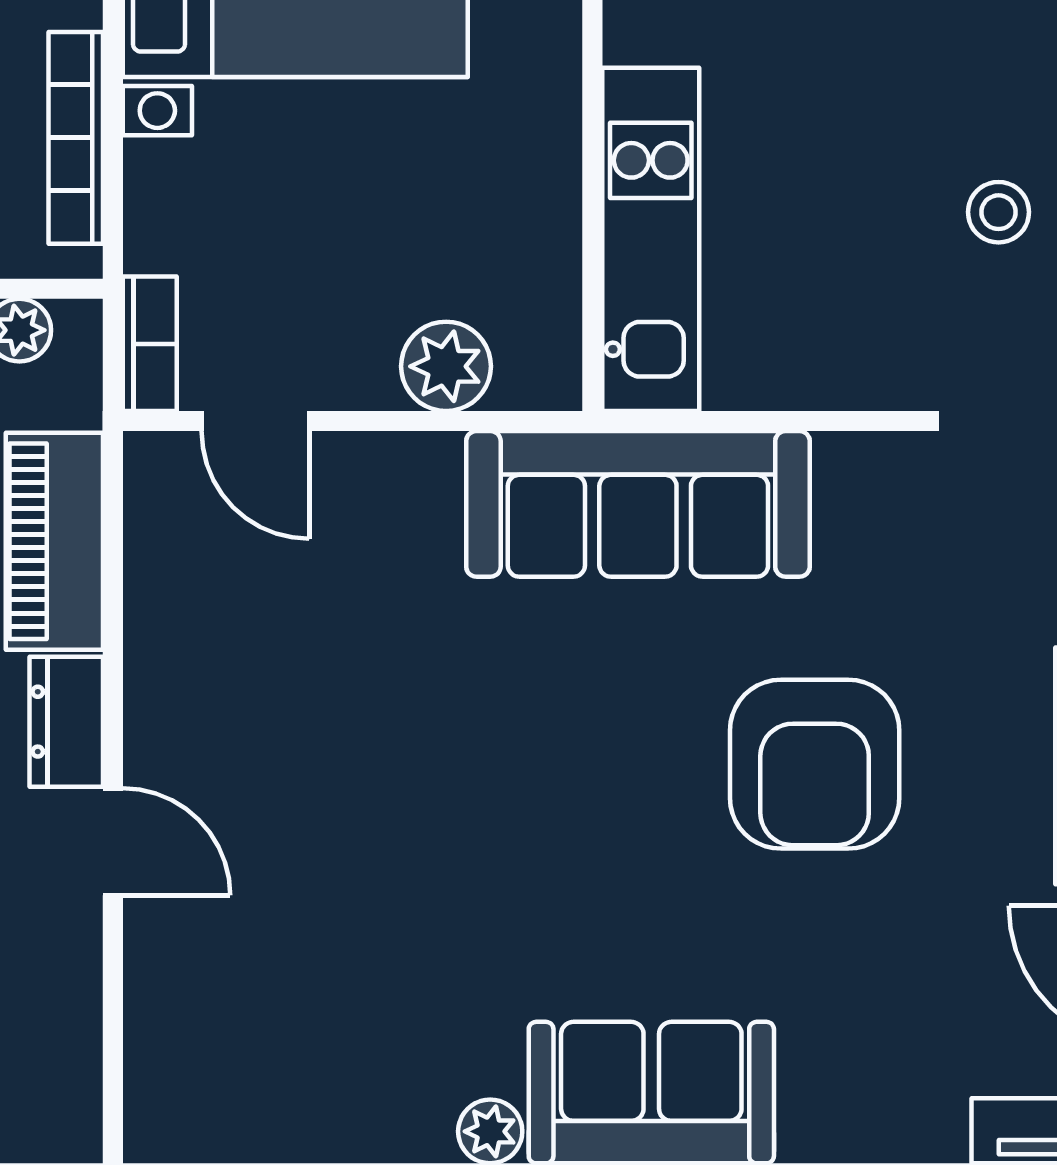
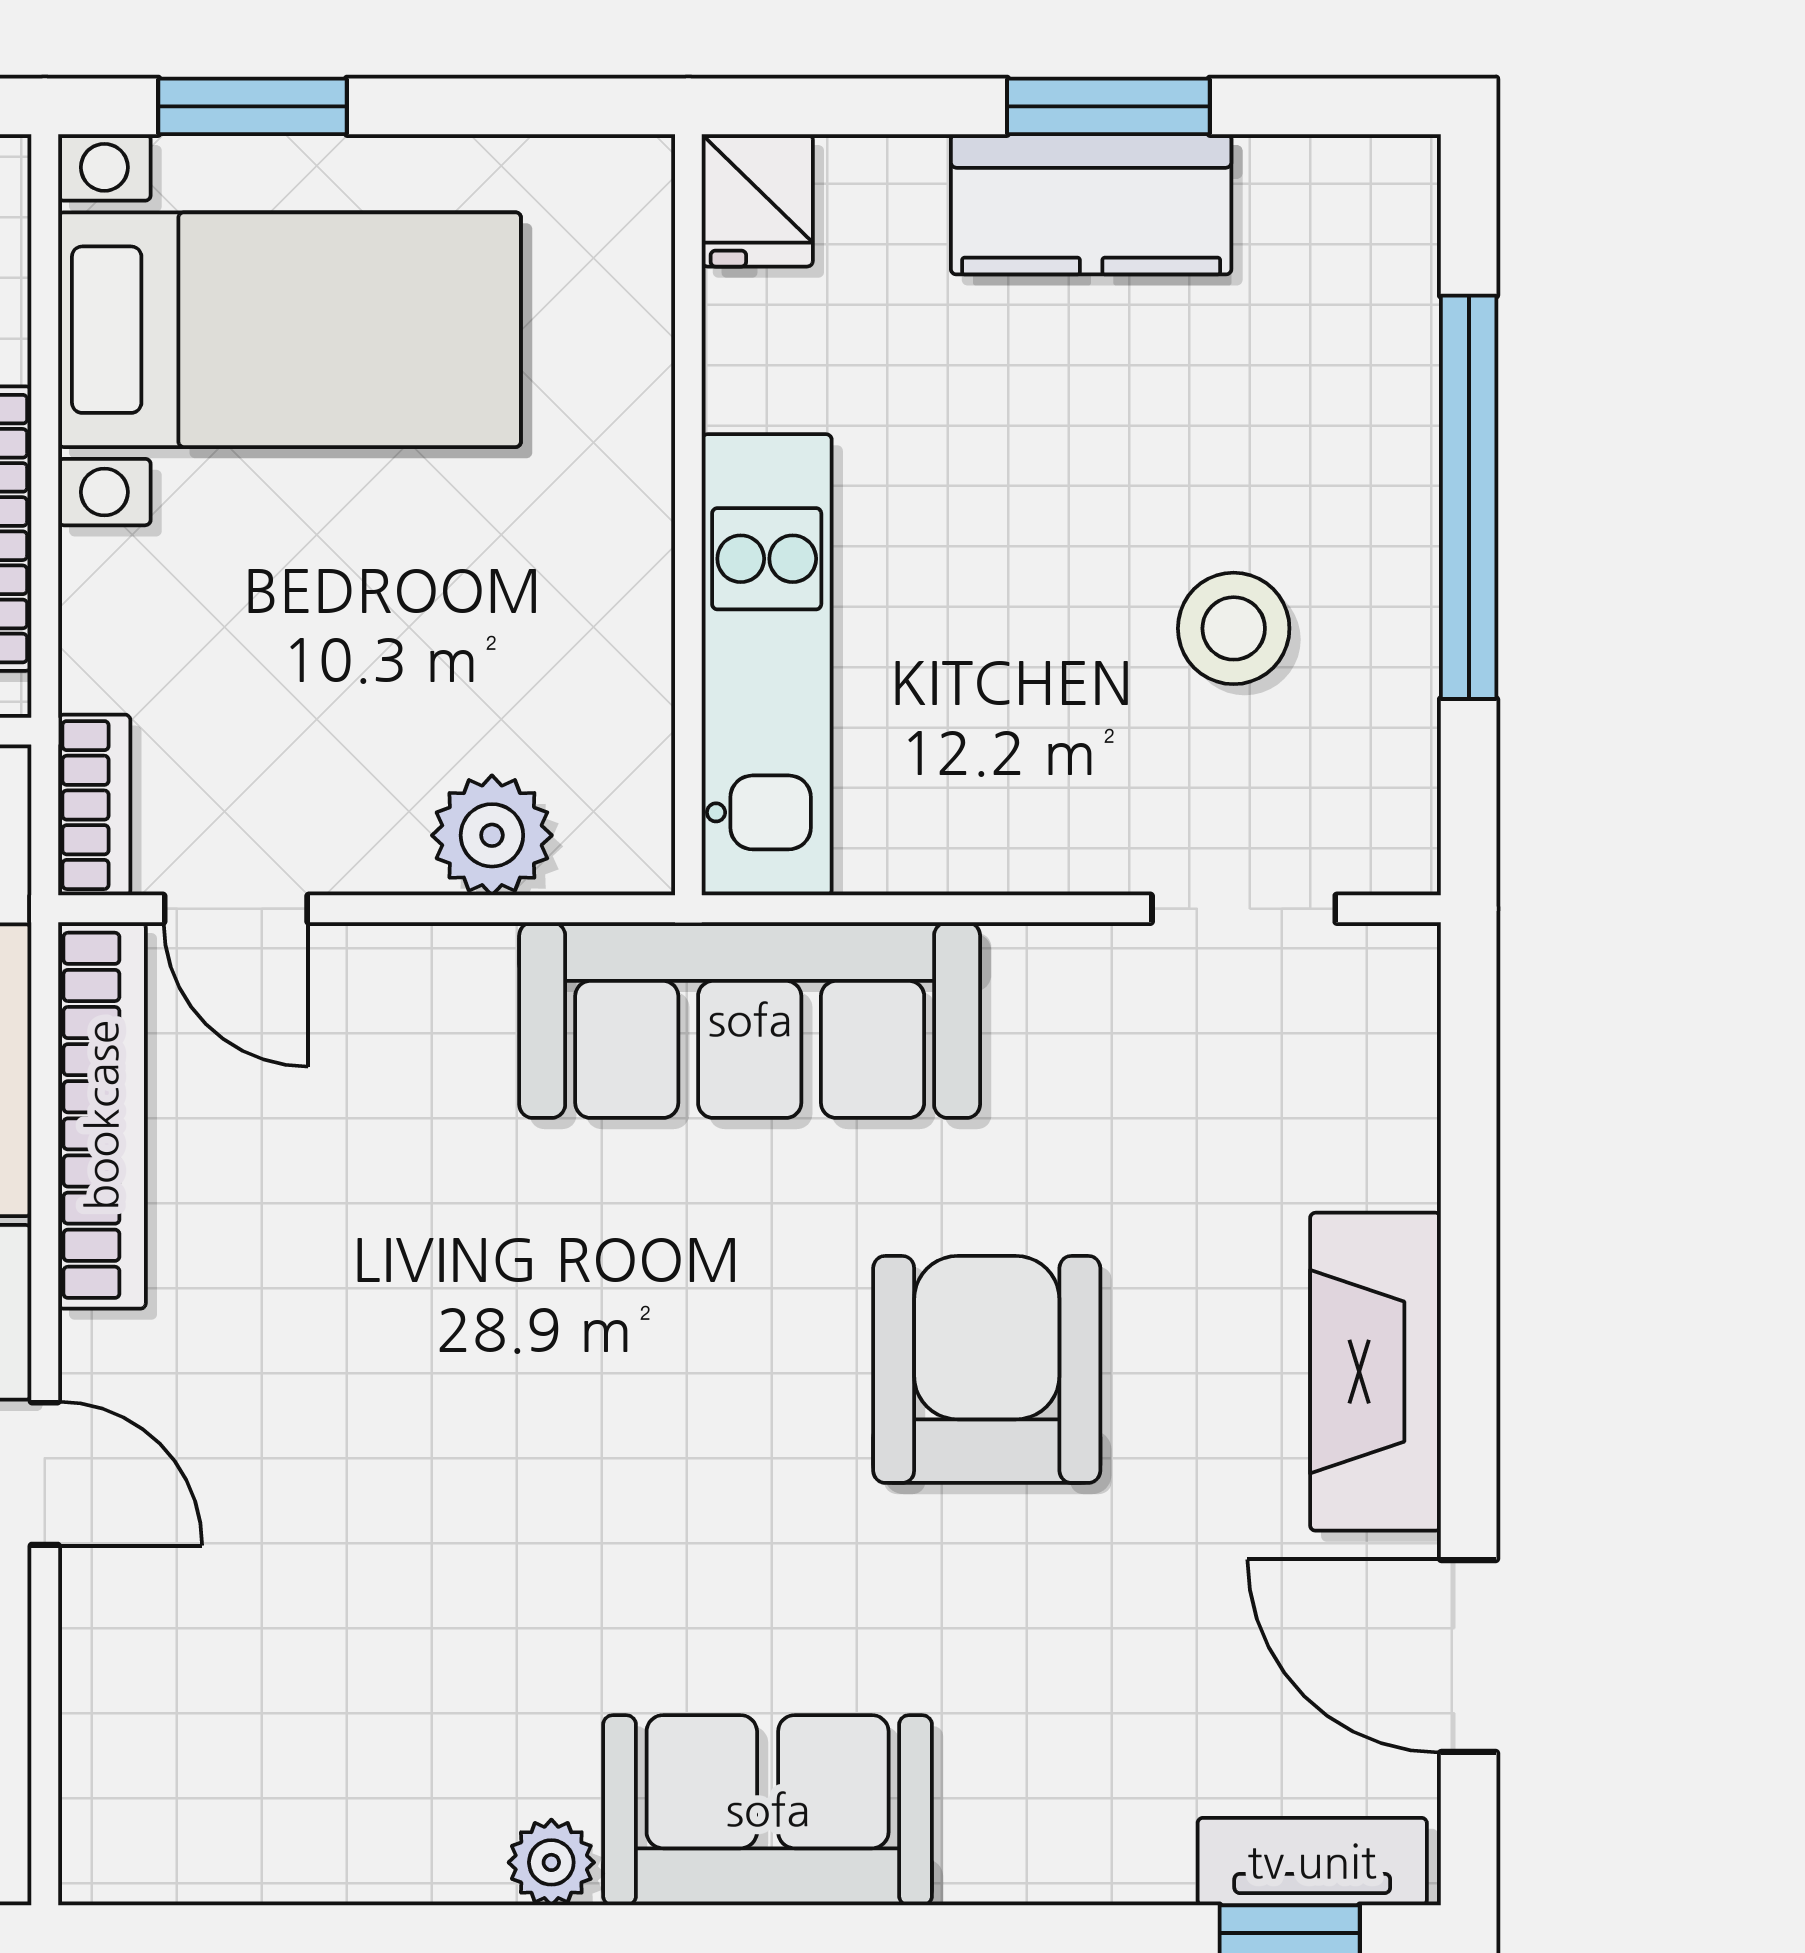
stool: (999, 212) -> (1234, 628), width x1.37, depth x1.37
bookcase: (155, 575) -> (102, 1115), added
armchair: (815, 764) -> (987, 1369), turned 180

